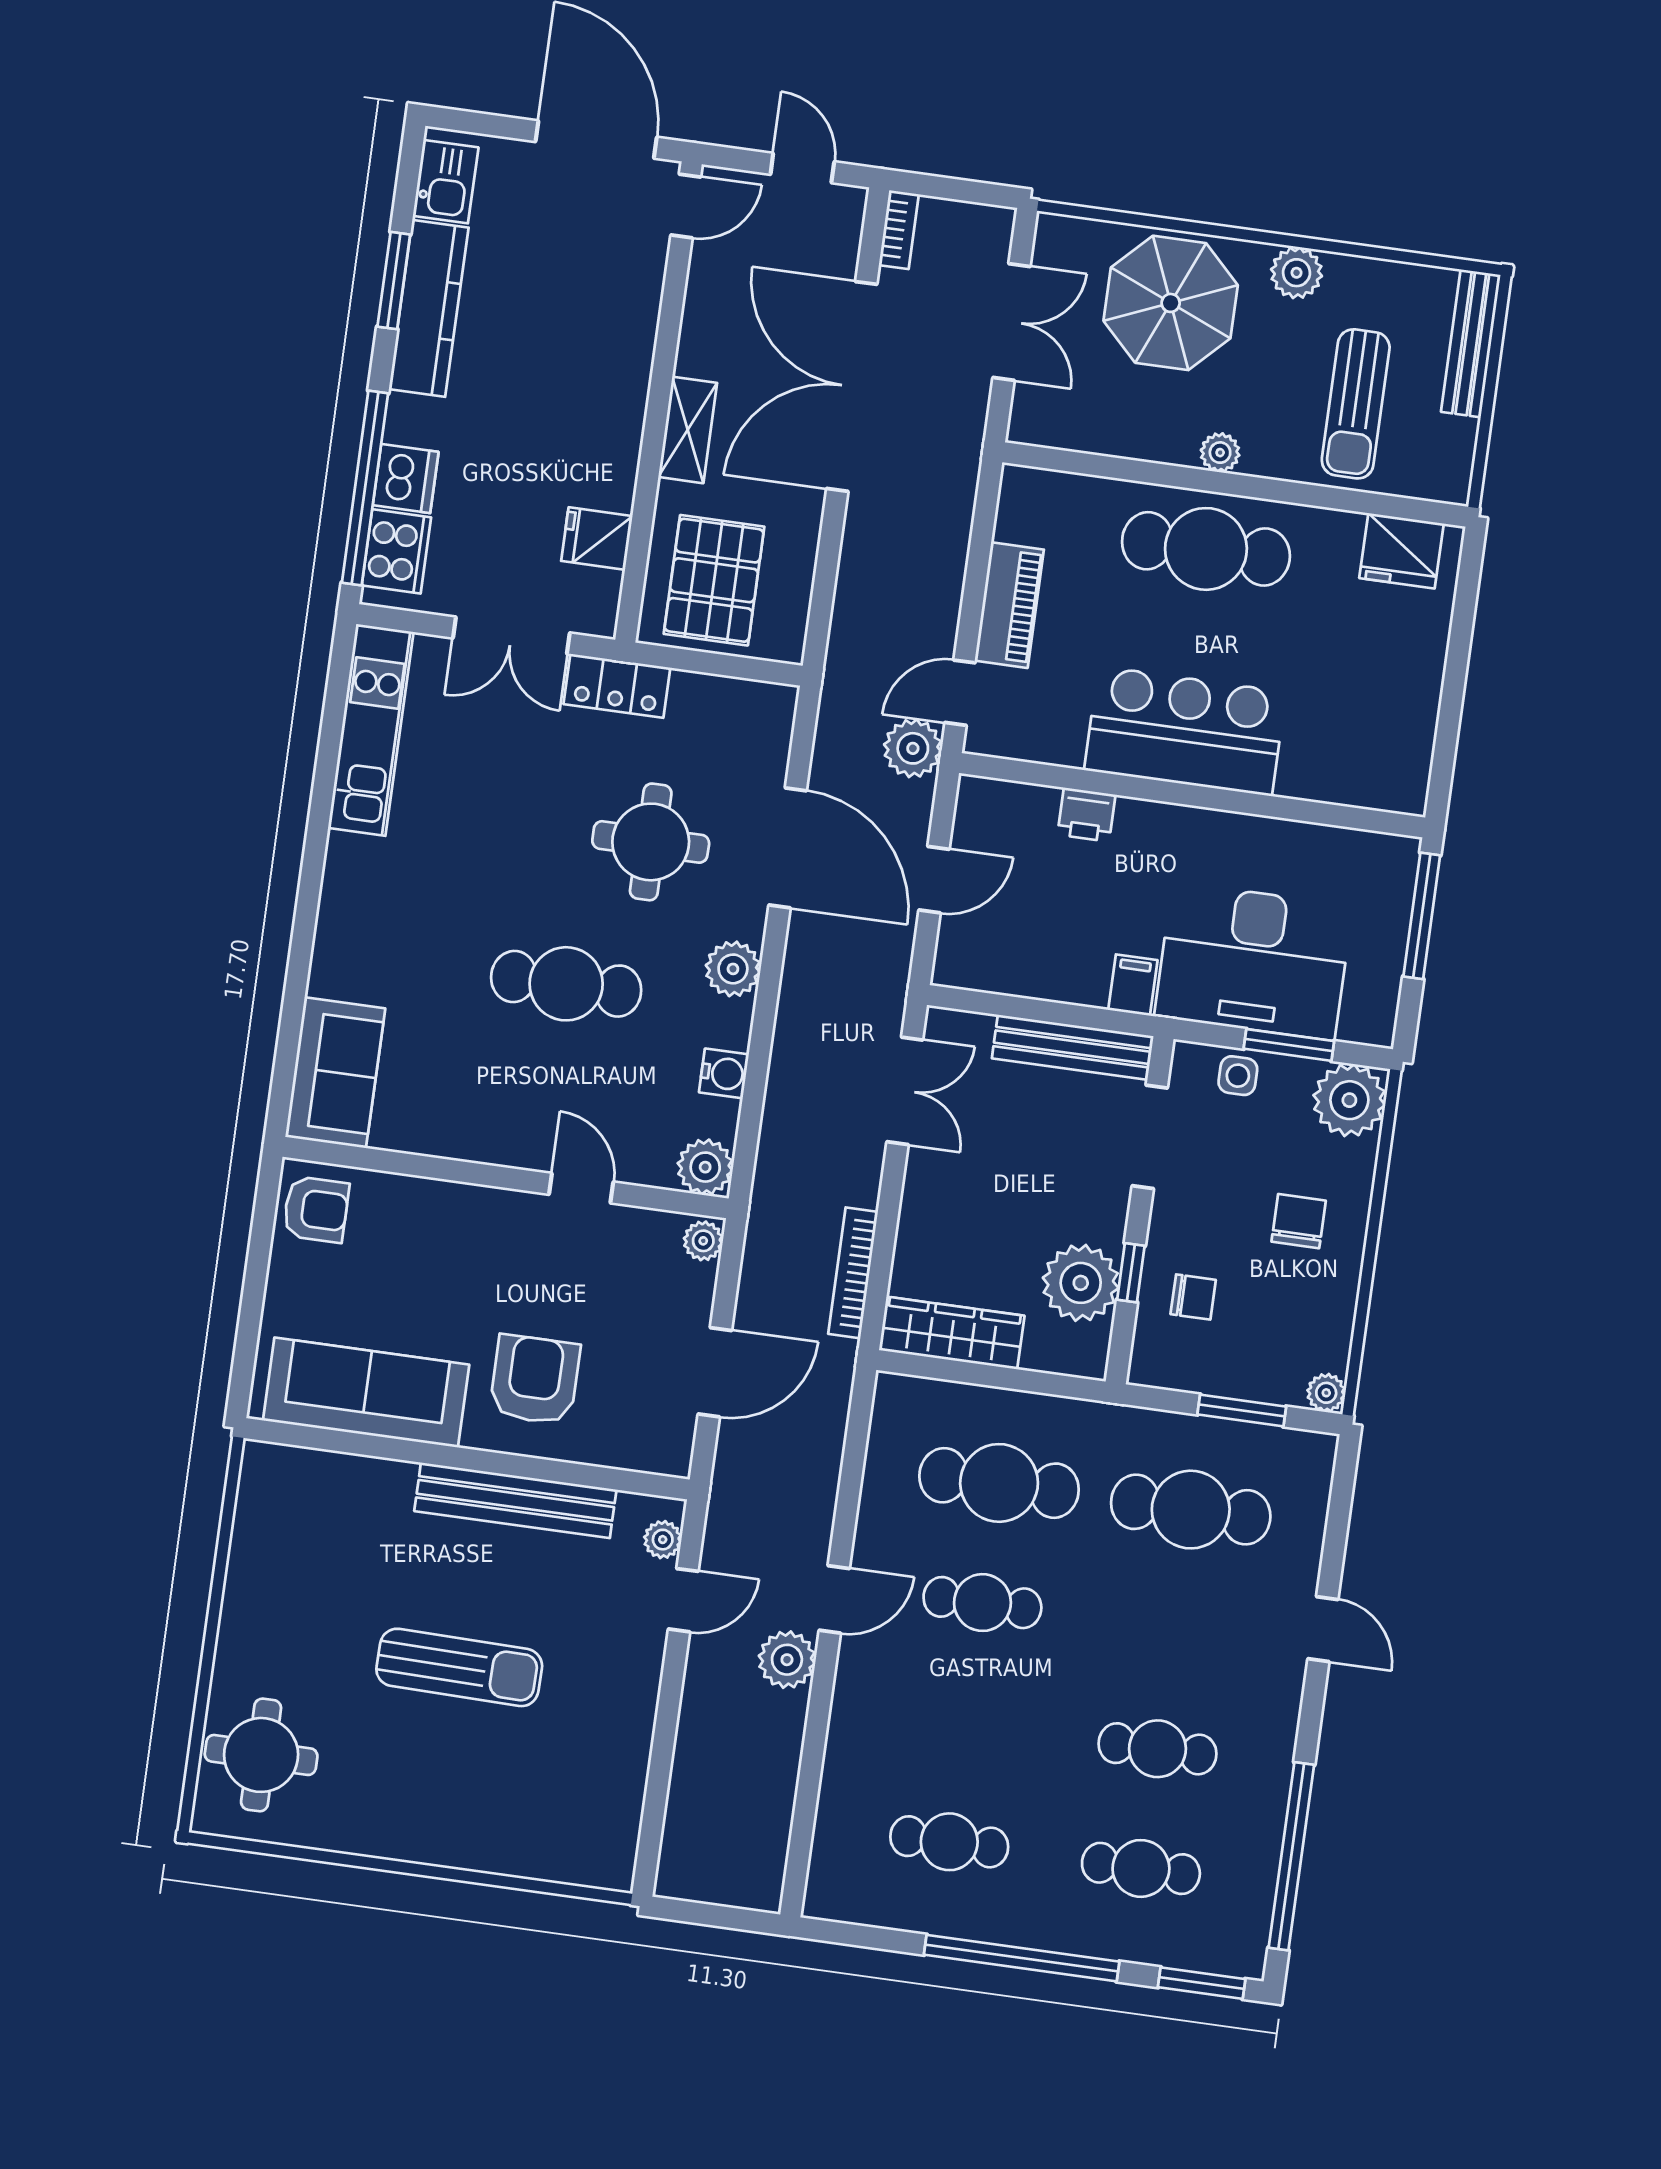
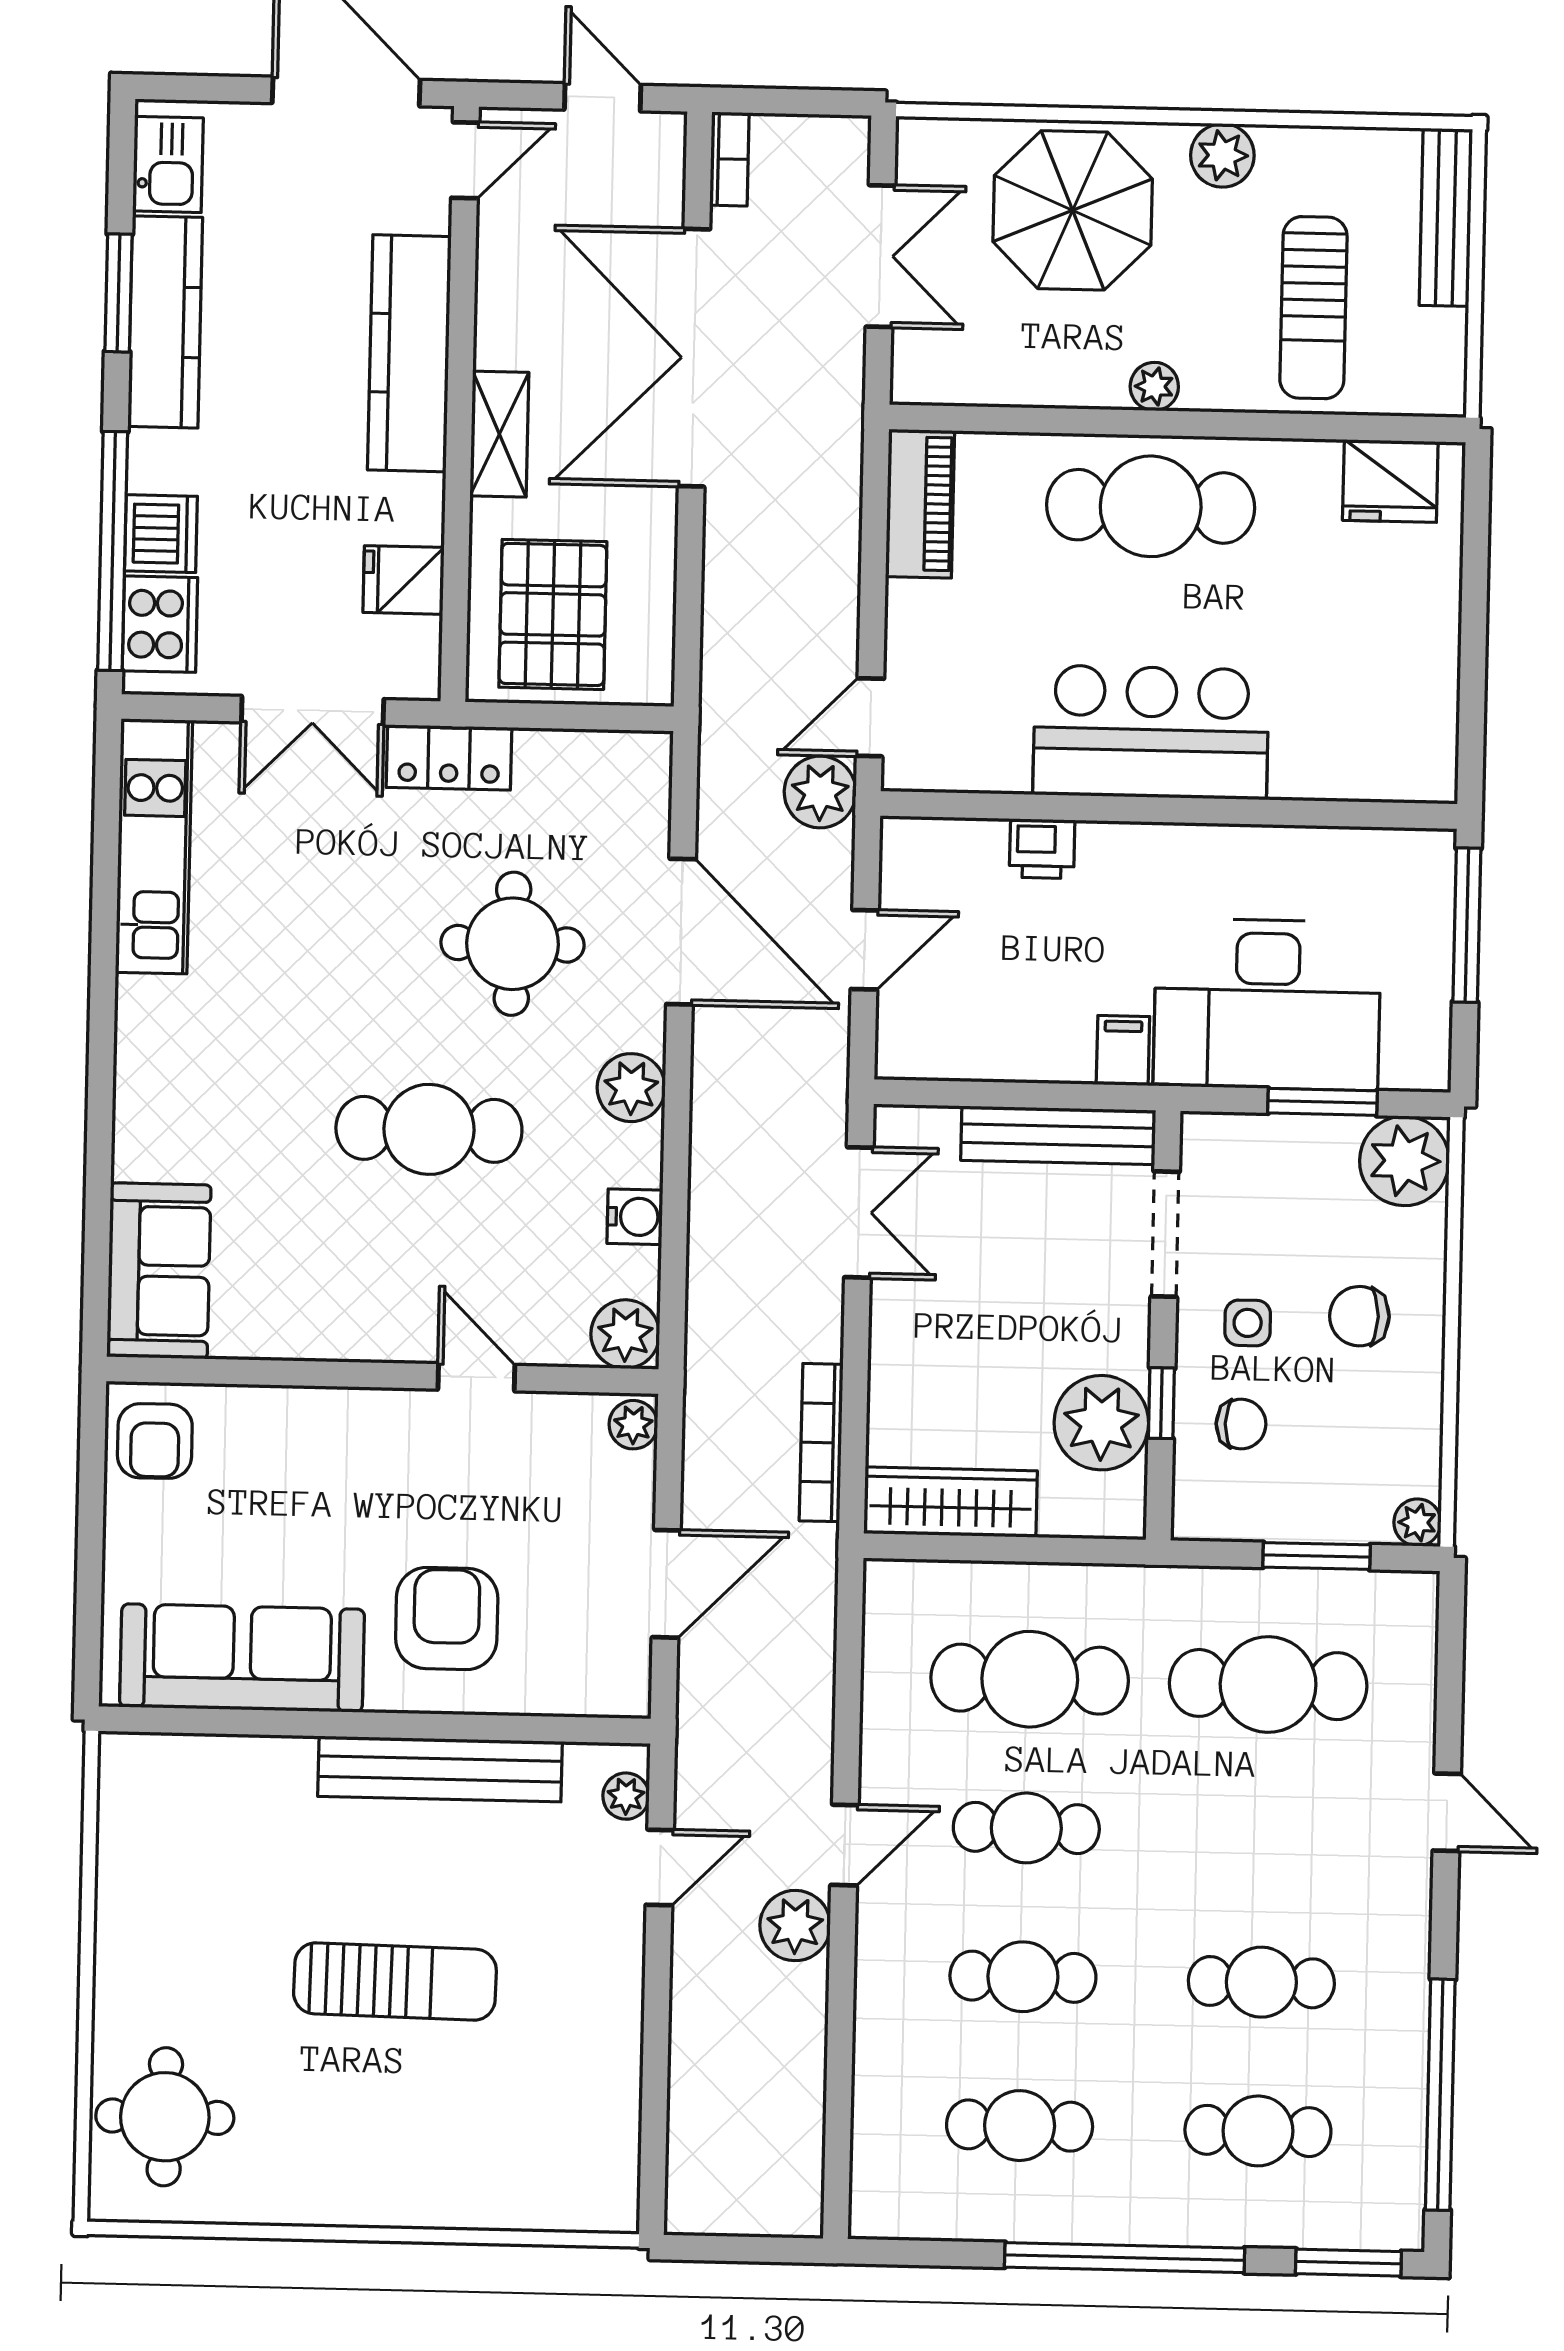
kitchen counter: (623, 356) -> (409, 353), added
piano: (1009, 605) -> (920, 504), moved
side table: (1238, 1076) -> (1248, 1323), moved
armchair: (316, 1209) -> (155, 1441), turned 90
chair: (1299, 1221) -> (1359, 1316), turned -90
cafe table: (966, 1722) -> (1023, 1977), added

